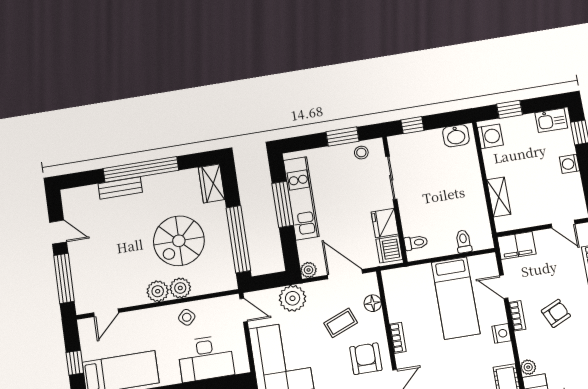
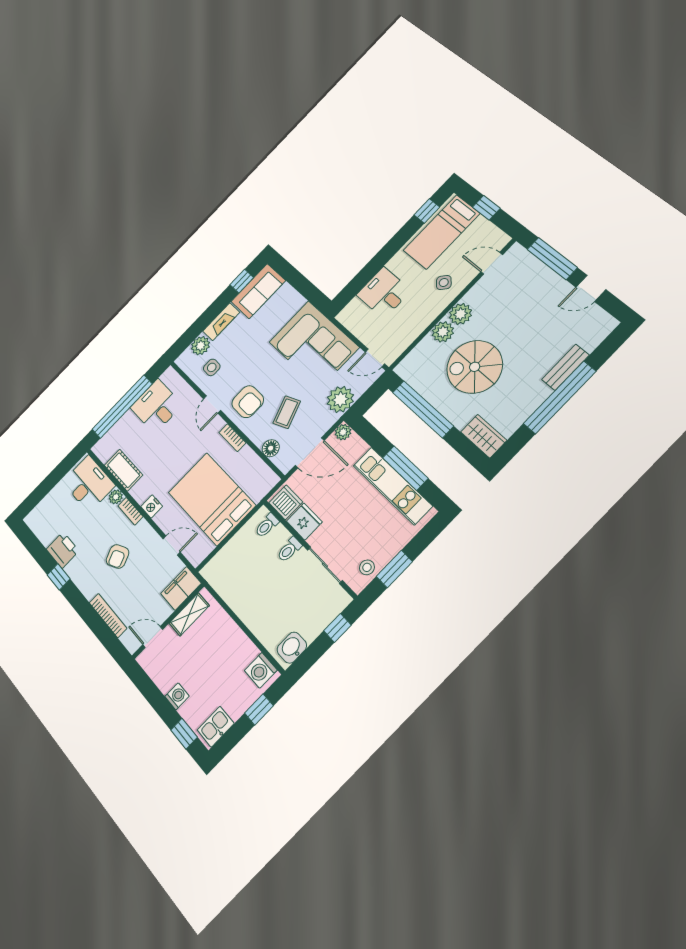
shelving: (499, 197) -> (189, 614), moved, turned 90
spiral stairs: (179, 241) -> (475, 367), turned -90
toilet: (463, 241) -> (289, 550), moved, turned 90
bed: (456, 298) -> (212, 499), width x1.50
door: (106, 313) -> (492, 263), hinge flipped
bookcase: (517, 316) -> (130, 511), moved
side table: (187, 317) -> (444, 283), moved
desk: (206, 358) -> (384, 293), width x0.73

